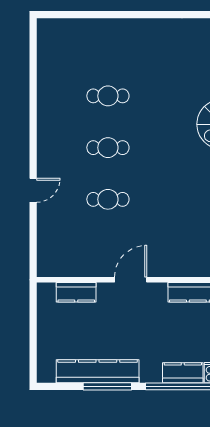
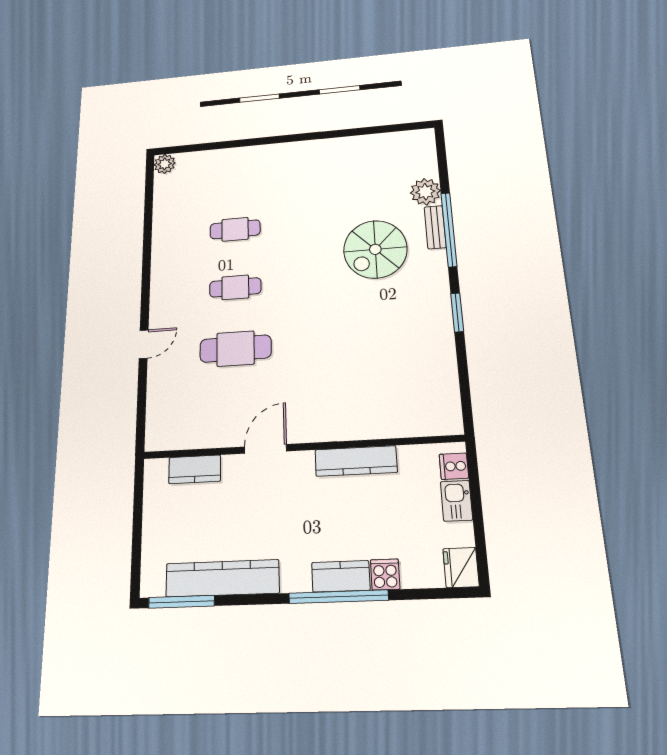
plant: (46, 28) -> (165, 164), added
cafe table: (108, 199) -> (236, 349), width x1.37, depth x1.35
window: (107, 386) -> (181, 602), moved

